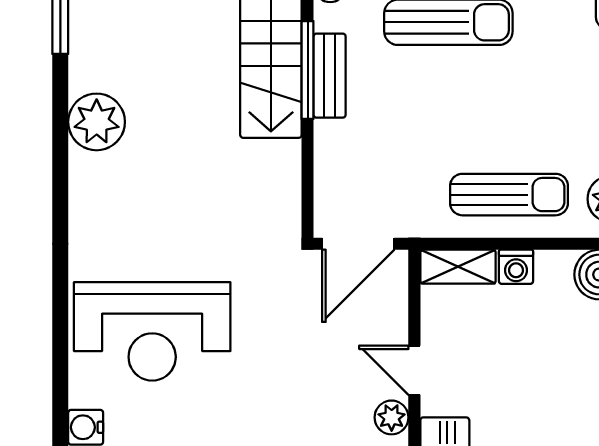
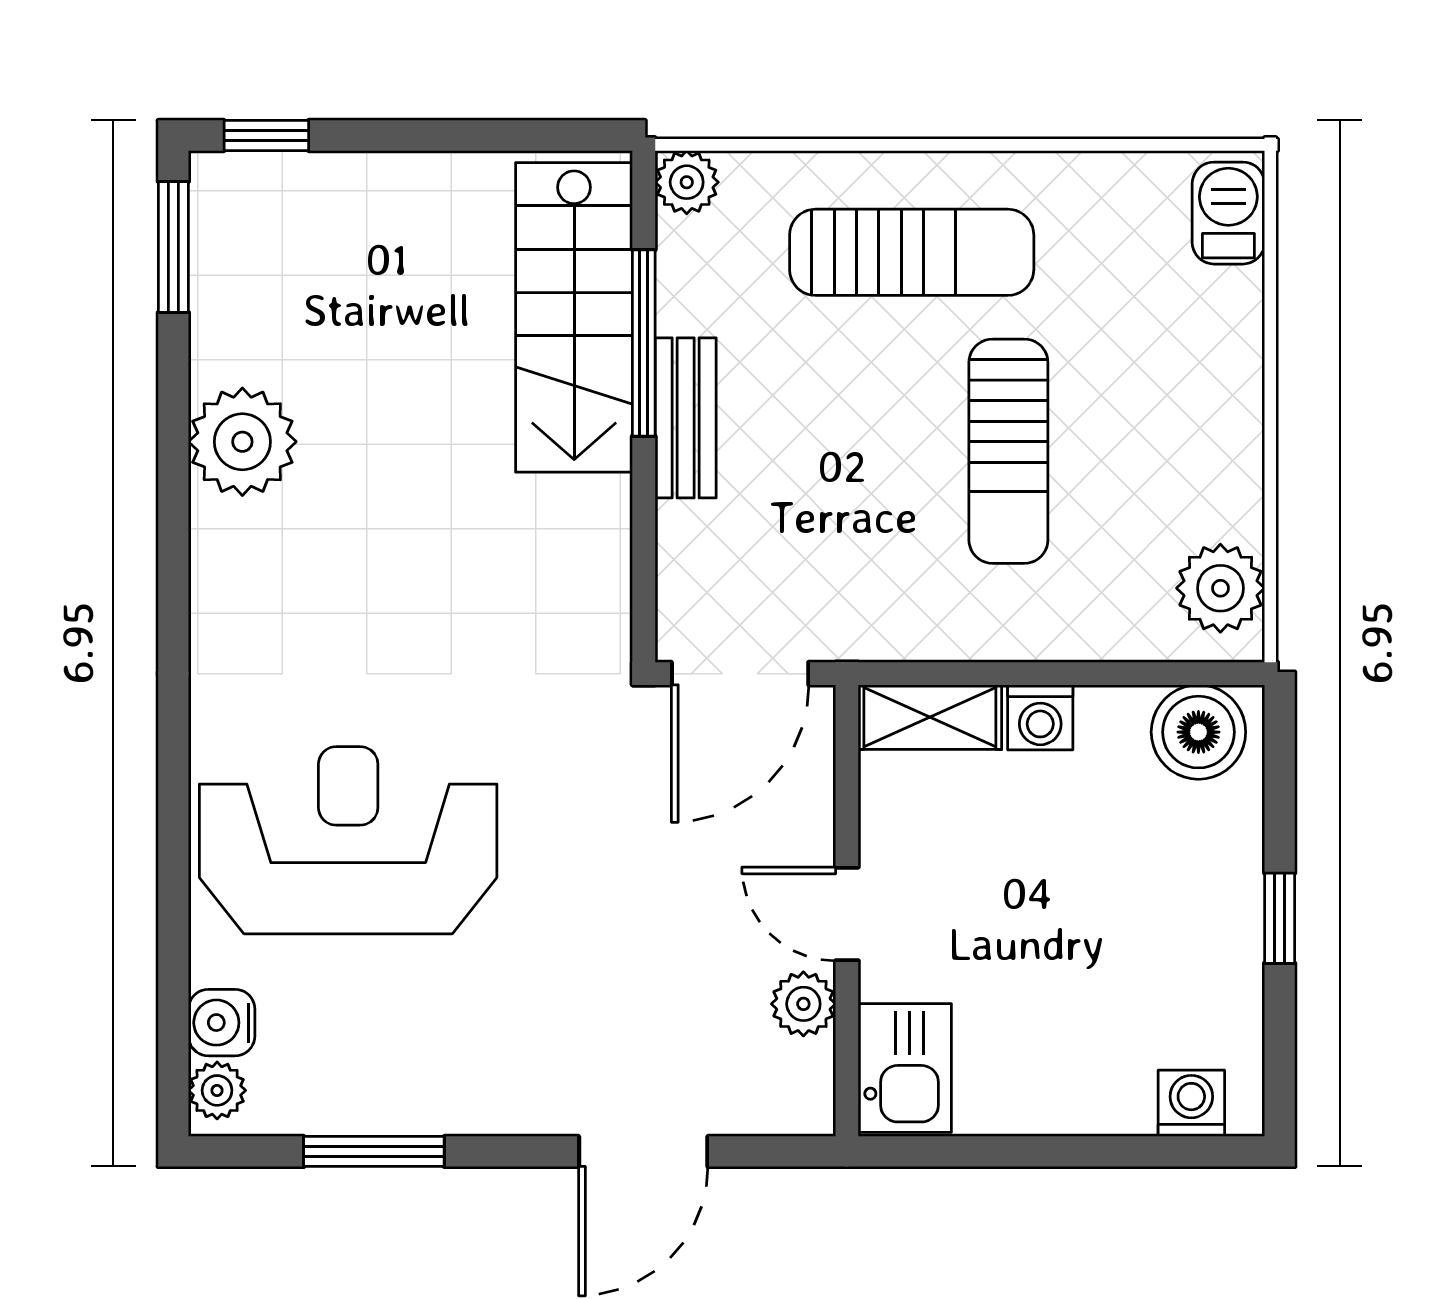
bench: (330, 76) -> (686, 418), moved
sun lounger: (509, 195) -> (1008, 451), moved, turned 90
reception desk: (152, 331) -> (348, 840), turned 180

